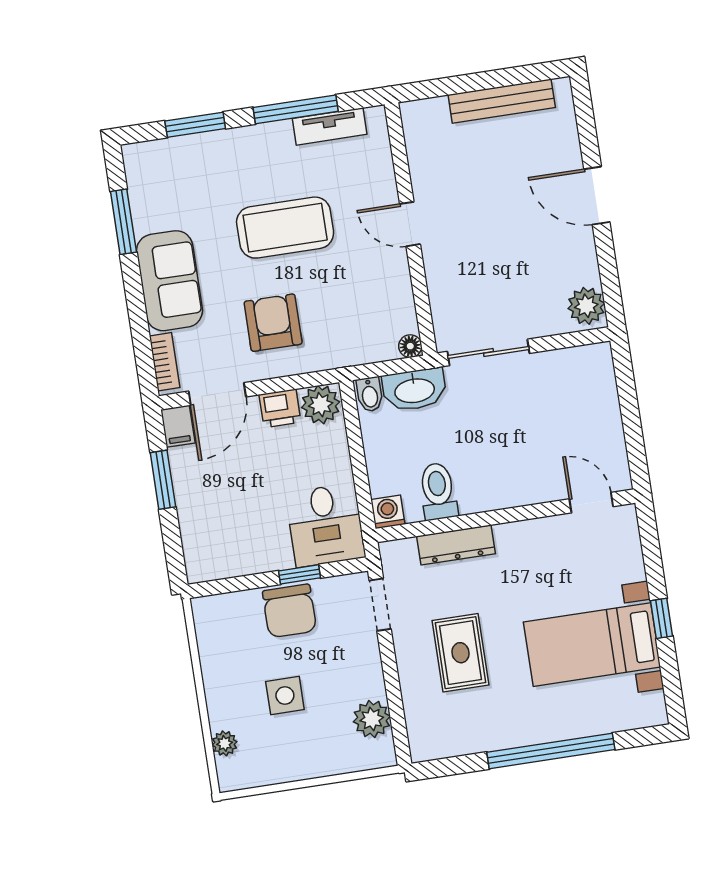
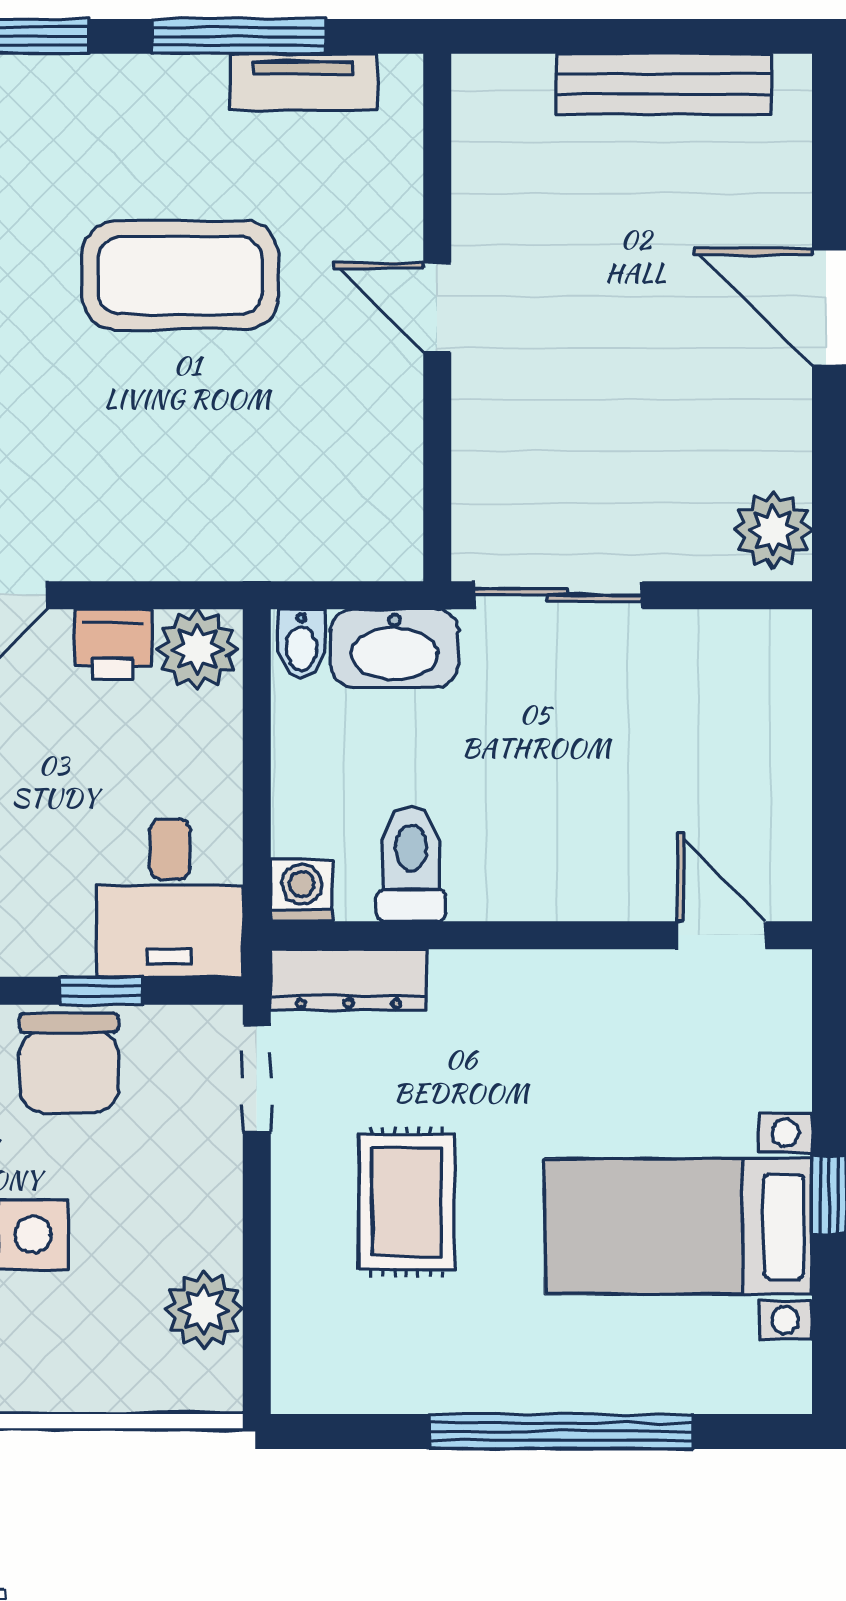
armchair: (273, 323) -> (126, 467), removed
floor lamp: (410, 346) -> (400, 558), removed
dresser: (456, 545) -> (349, 980), moved

